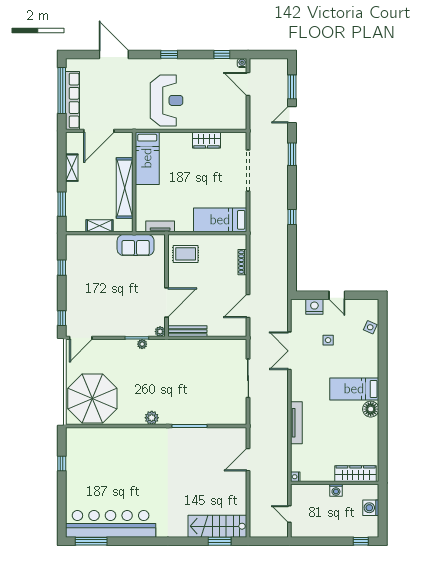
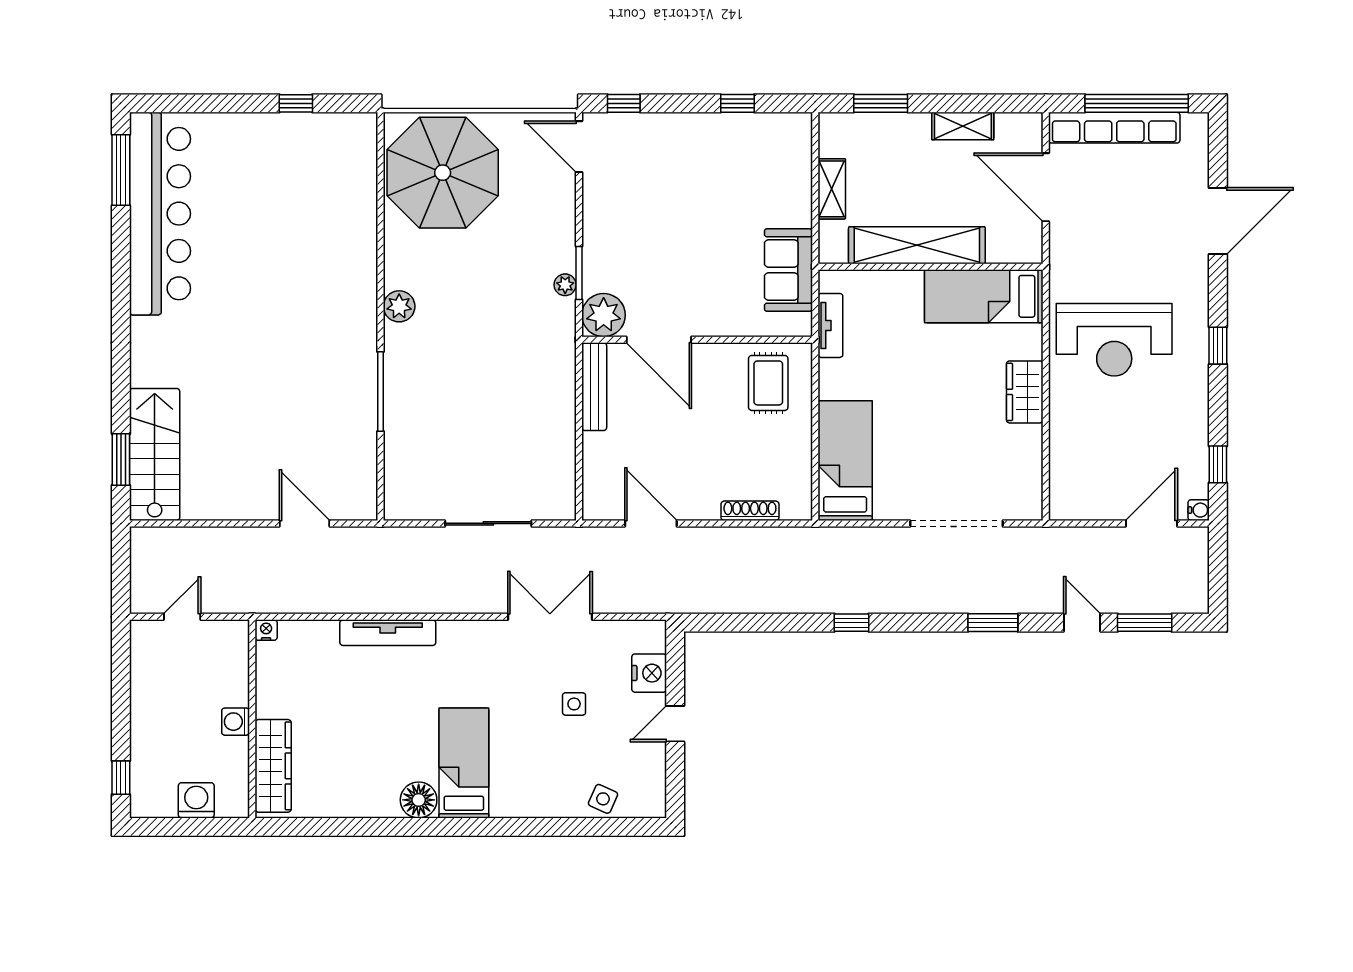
wardrobe: (206, 140) -> (1025, 392), moved
plant: (160, 332) -> (604, 315), width x1.88, depth x1.88

